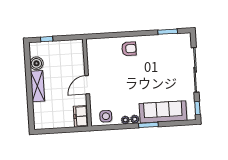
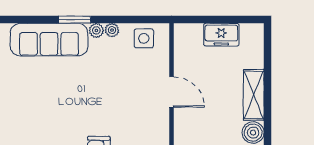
door: (87, 85) -> (171, 92), hinge flipped
freezer: (81, 116) -> (221, 35), moved, turned 90

